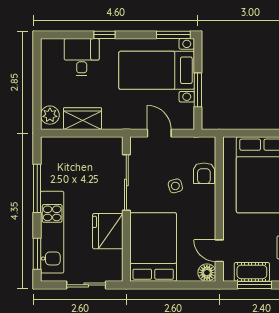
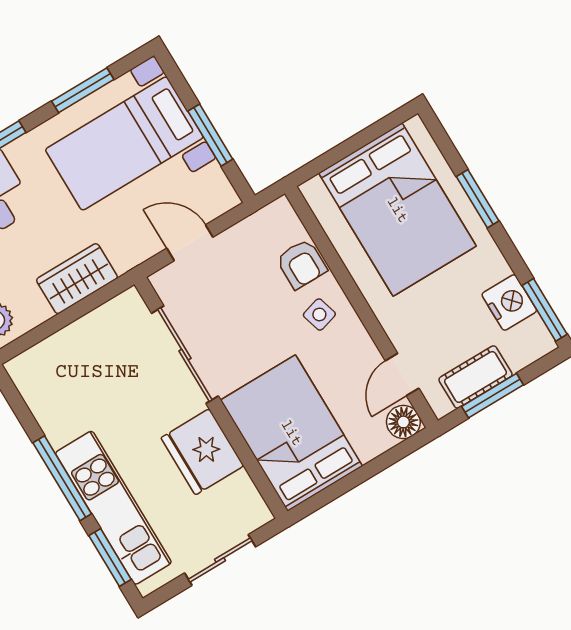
window: (173, 35) -> (83, 90), moved
wardrobe: (82, 119) -> (77, 279), moved
side table: (175, 186) -> (319, 314), moved
window: (37, 188) -> (62, 478), moved
door: (219, 251) -> (402, 374), hinge flipped

